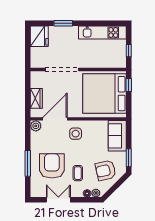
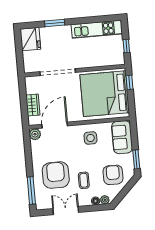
side table: (76, 134) -> (90, 138), moved
window: (28, 163) -> (31, 190), moved
armchair: (106, 170) -> (113, 175), turned 103

